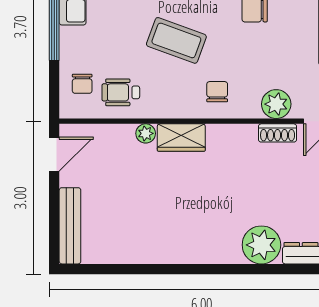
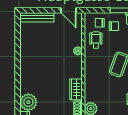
chair: (217, 92) -> (114, 26), moved
wardrobe: (181, 138) -> (76, 89), moved

